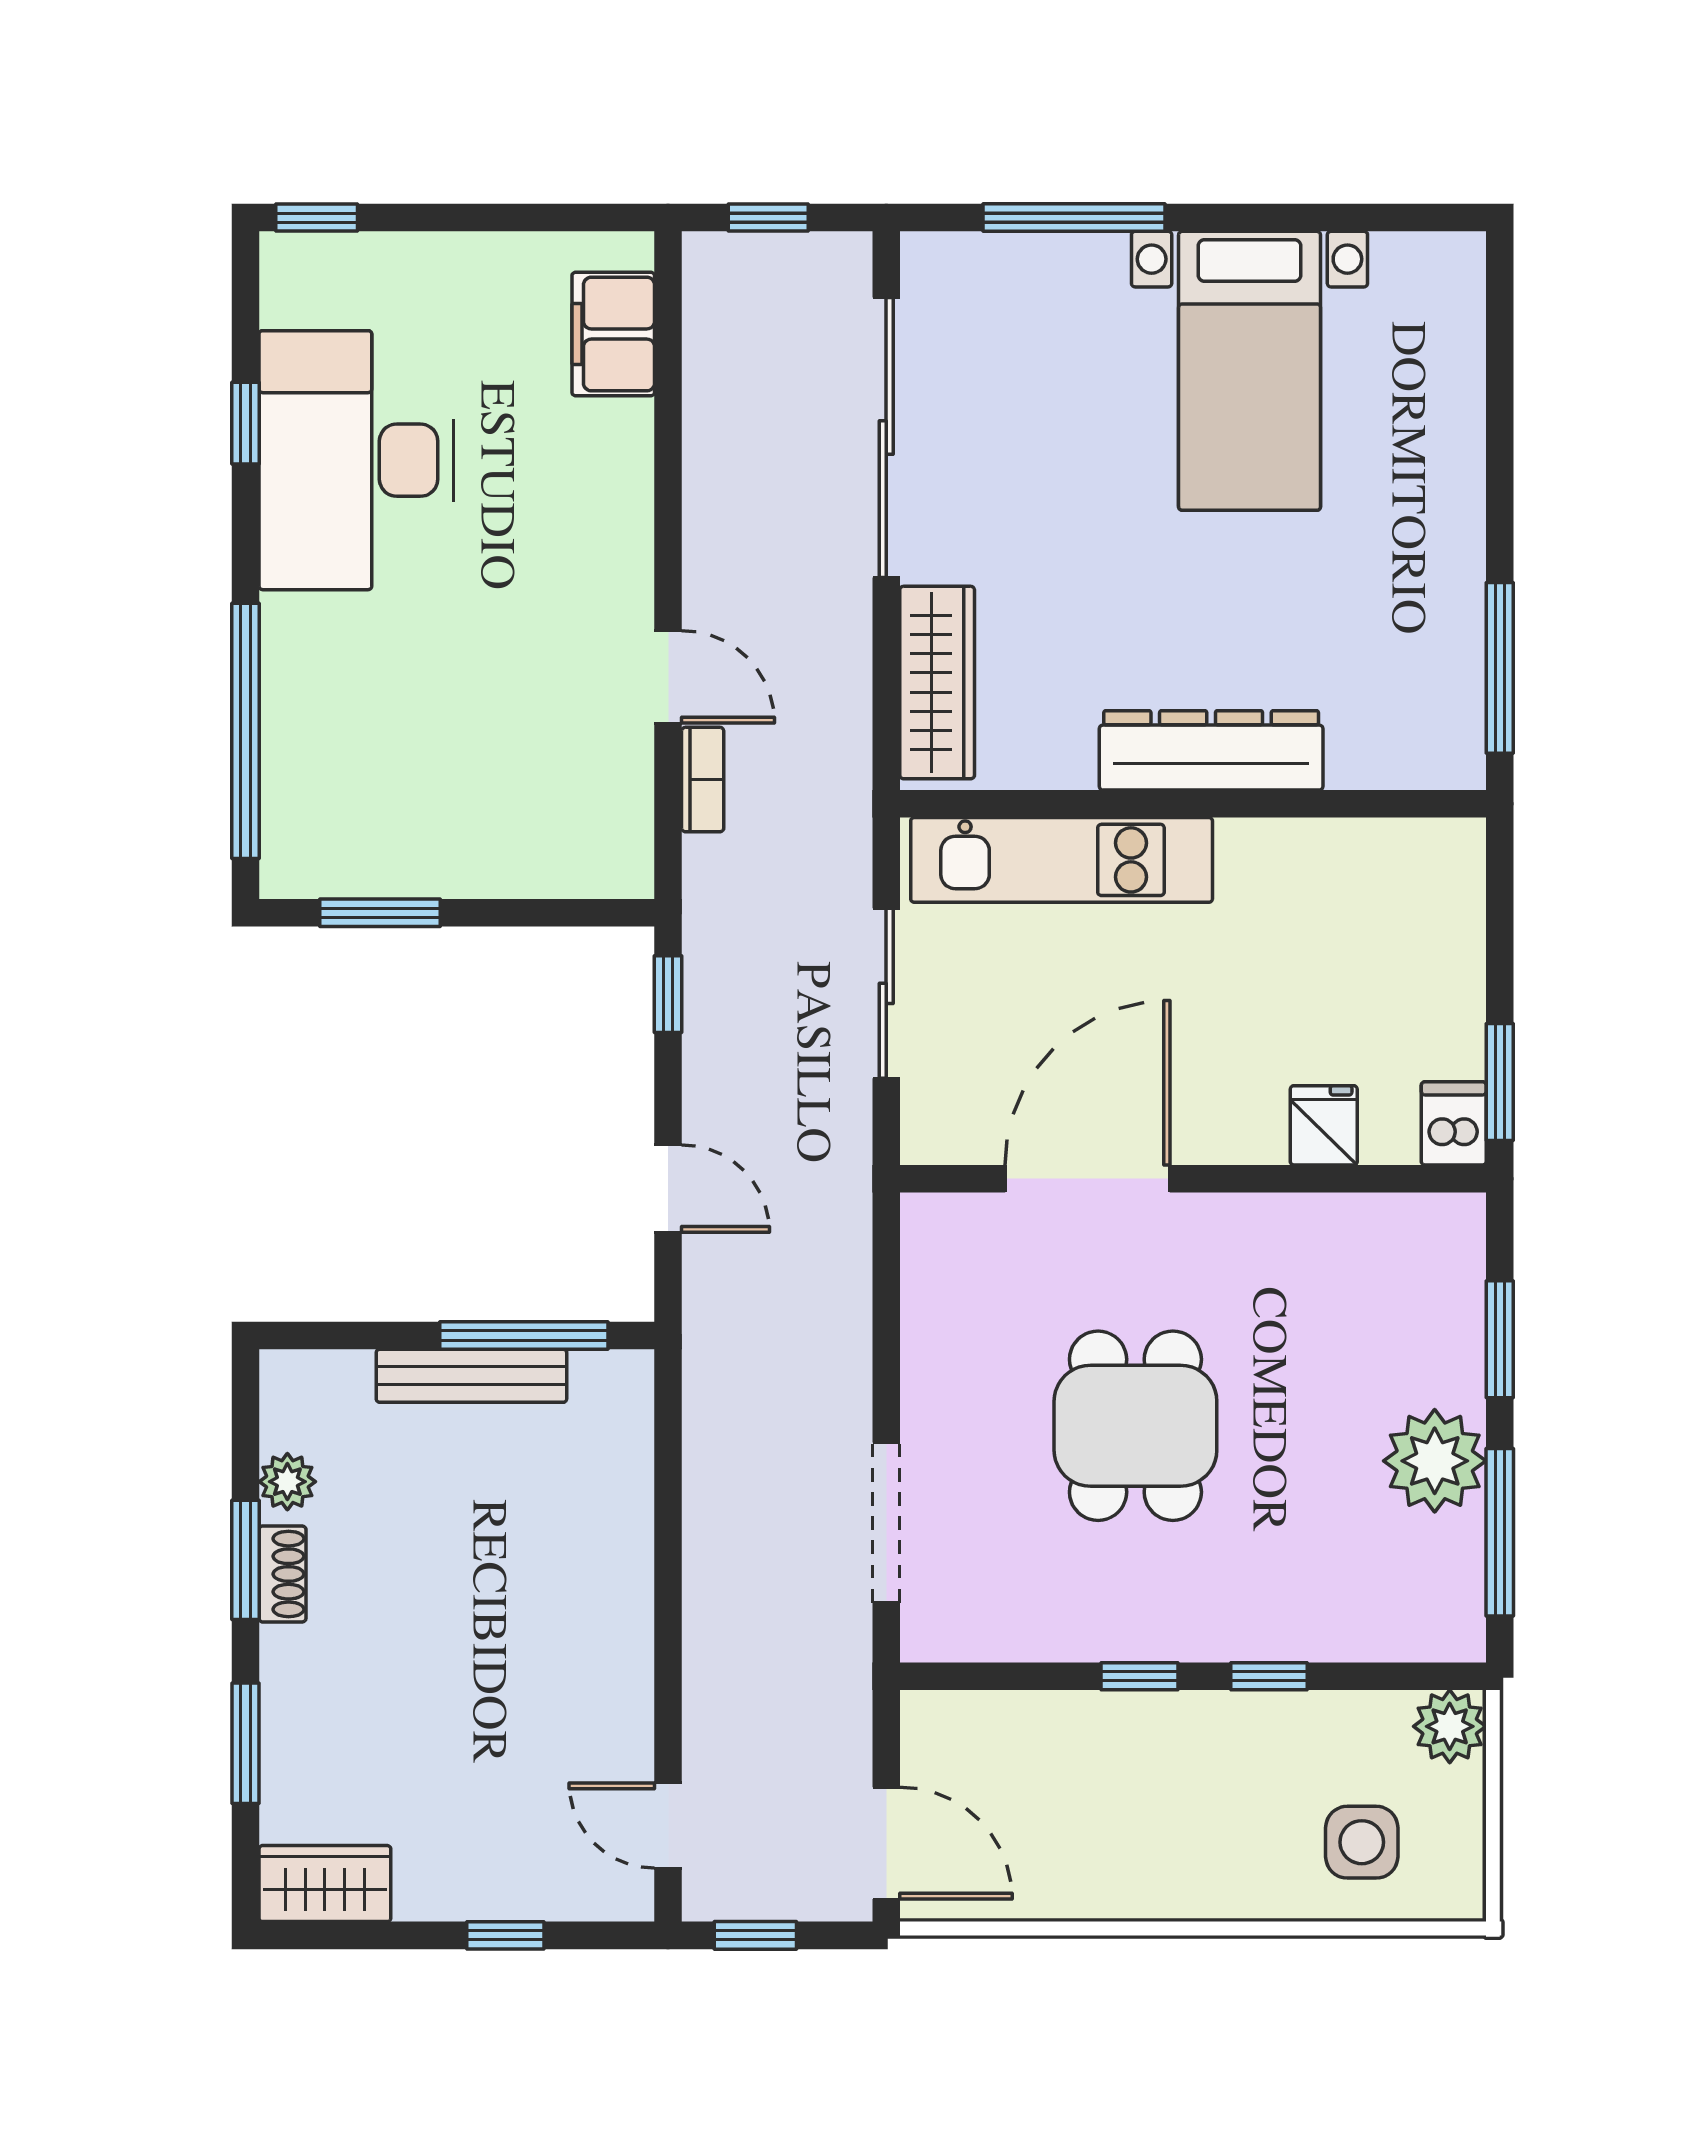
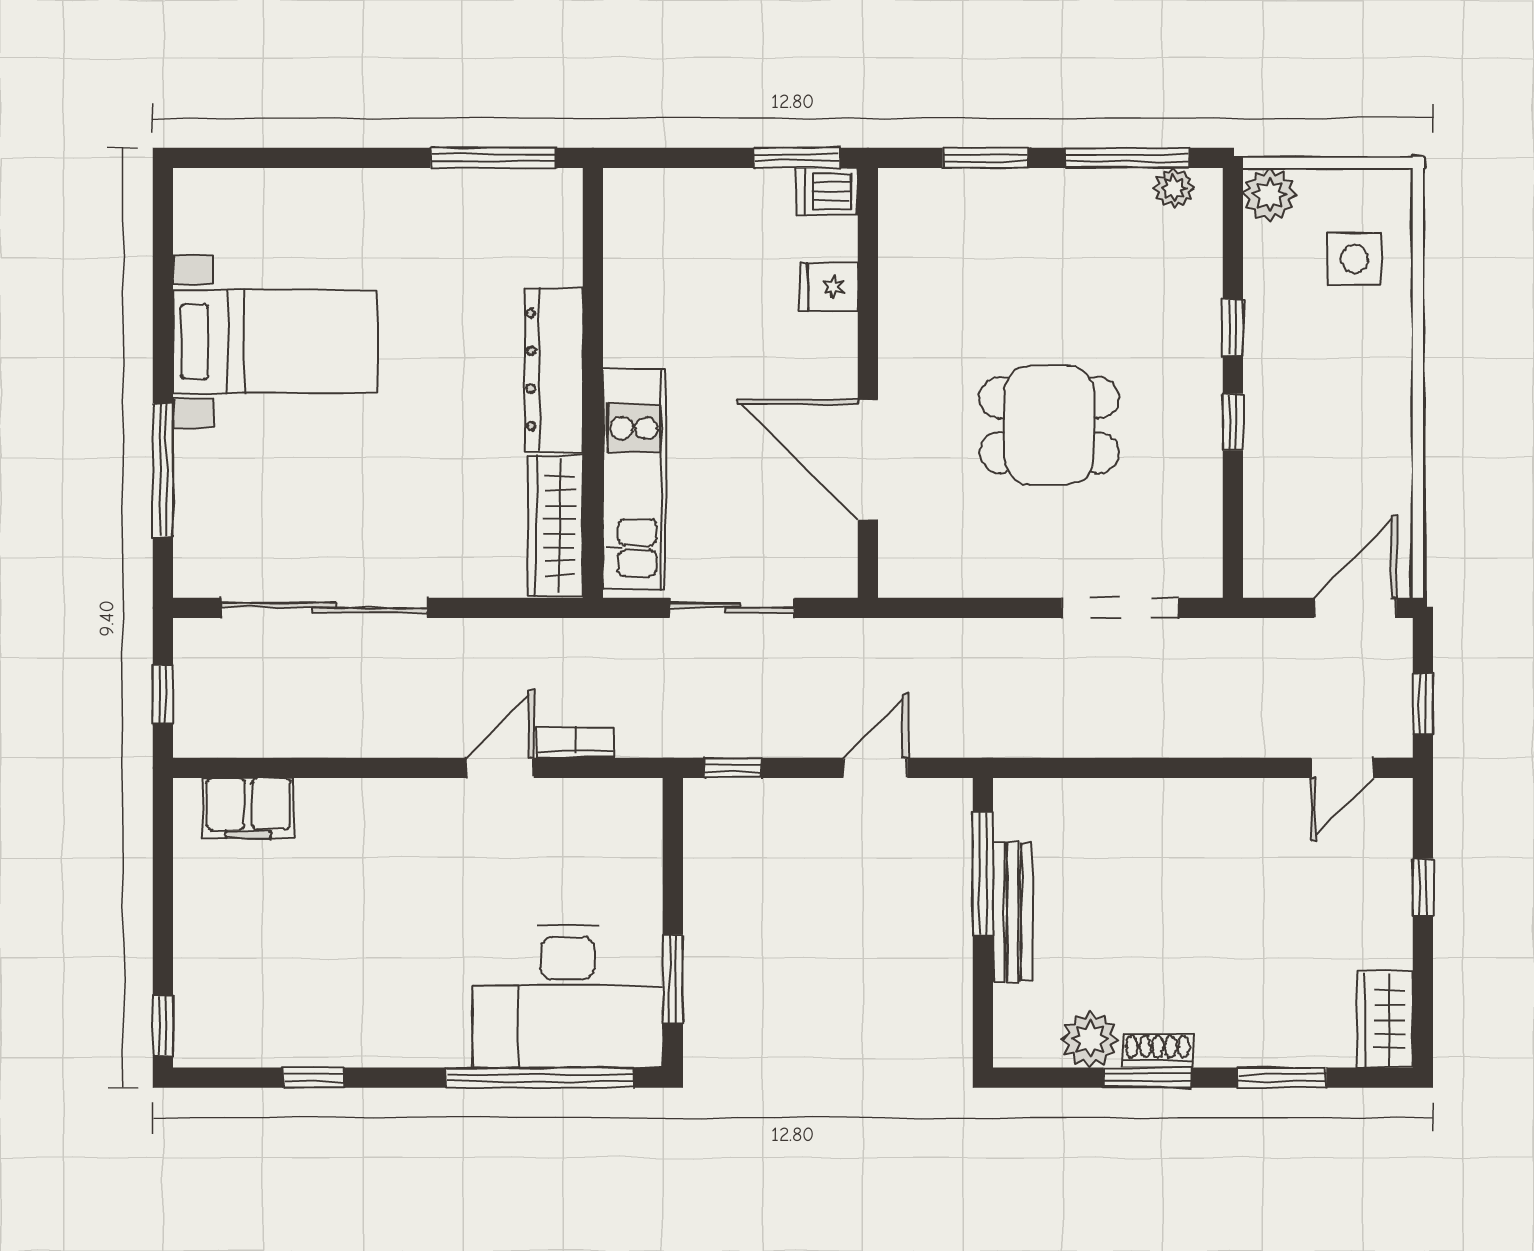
desk: (356, 460) -> (568, 997), moved
wardrobe: (937, 683) -> (556, 526), moved, turned -90
plant: (1435, 1461) -> (1174, 188), moved, width x0.53, depth x0.53
plant: (287, 1482) -> (1090, 1039), width x1.38, depth x1.38

